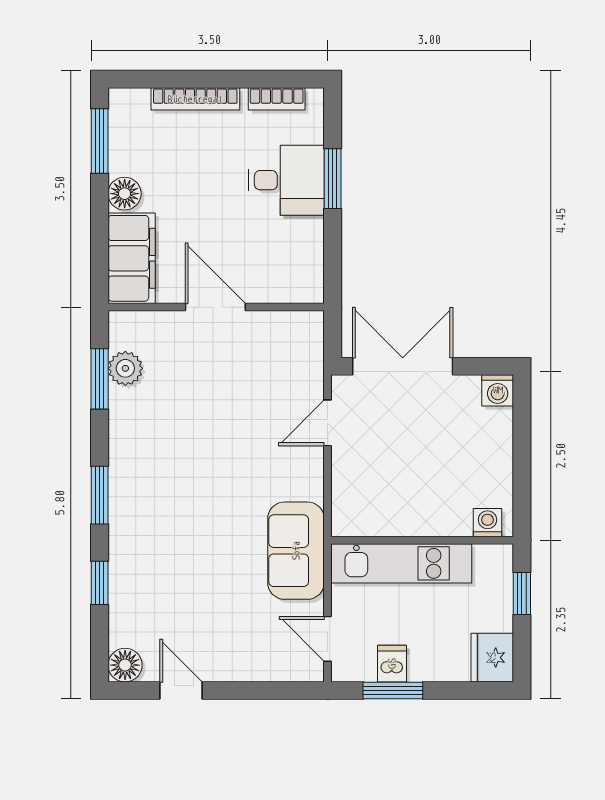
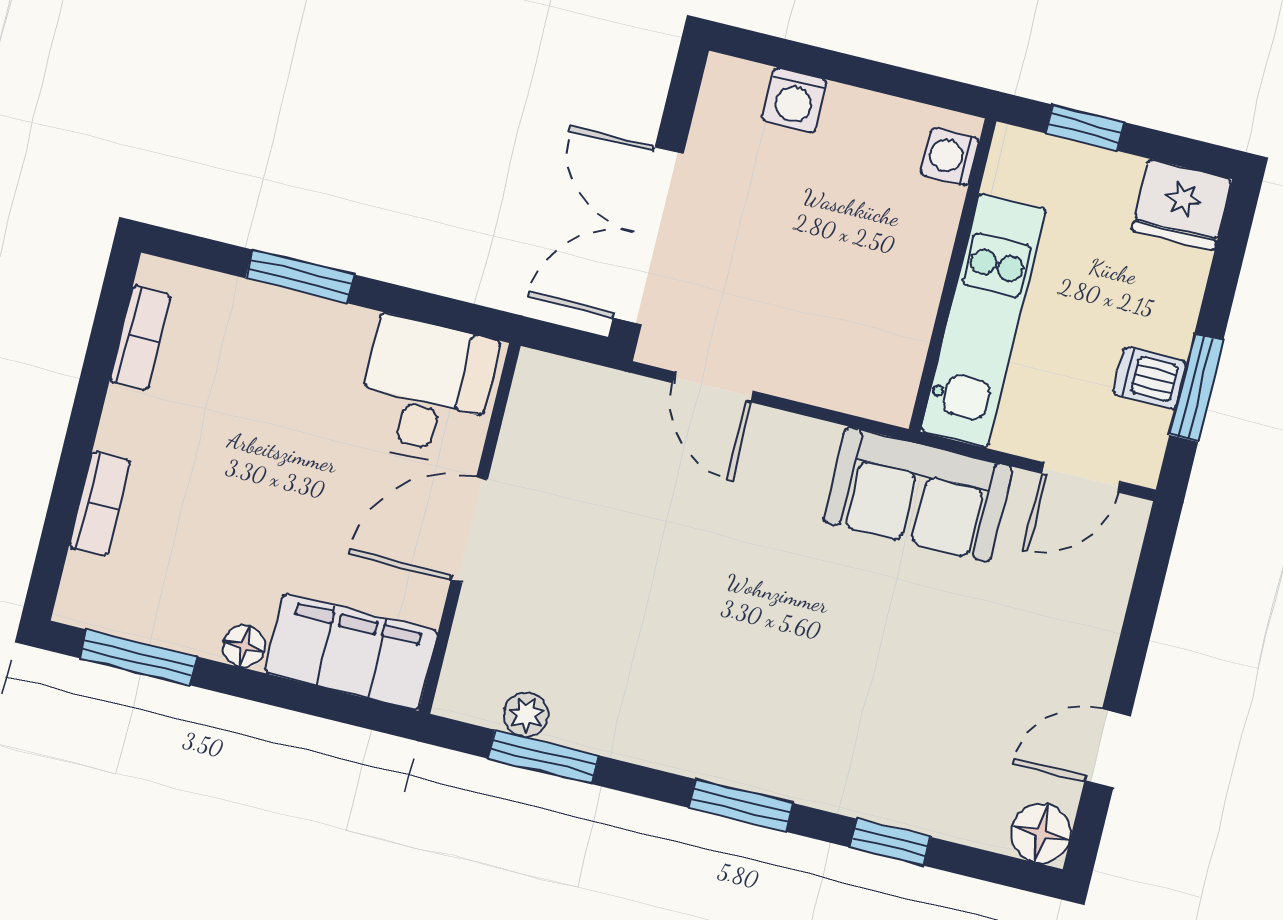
bookcase: (195, 99) -> (100, 504), width x0.64
desk: (286, 180) -> (426, 391), moved
floor lamp: (125, 194) -> (244, 646), width x0.73, depth x0.73
plant: (125, 368) -> (526, 715), width x0.73, depth x0.73
washing machine: (498, 390) -> (794, 100), moved, turned 90

